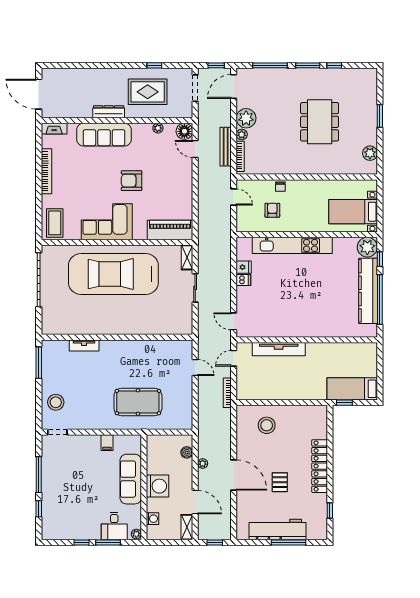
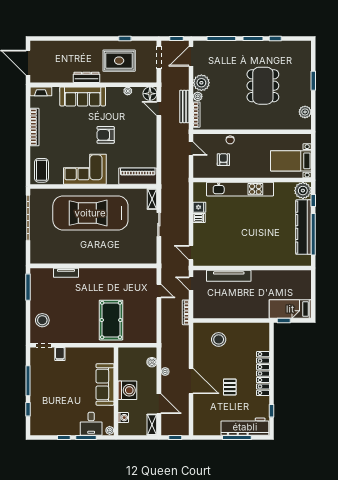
door: (234, 358) -> (191, 283), hinge flipped
pool table: (138, 402) -> (111, 320), turned 90
filing cabinet: (107, 443) -> (60, 354), moved
workbench: (277, 530) -> (245, 427), moved

